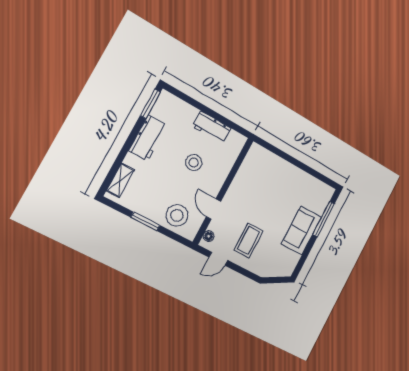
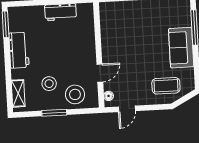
stool: (194, 163) -> (49, 84), moved
door: (214, 209) -> (100, 73), swing flipped
coffee table: (249, 240) -> (166, 86), moved, turned 90

